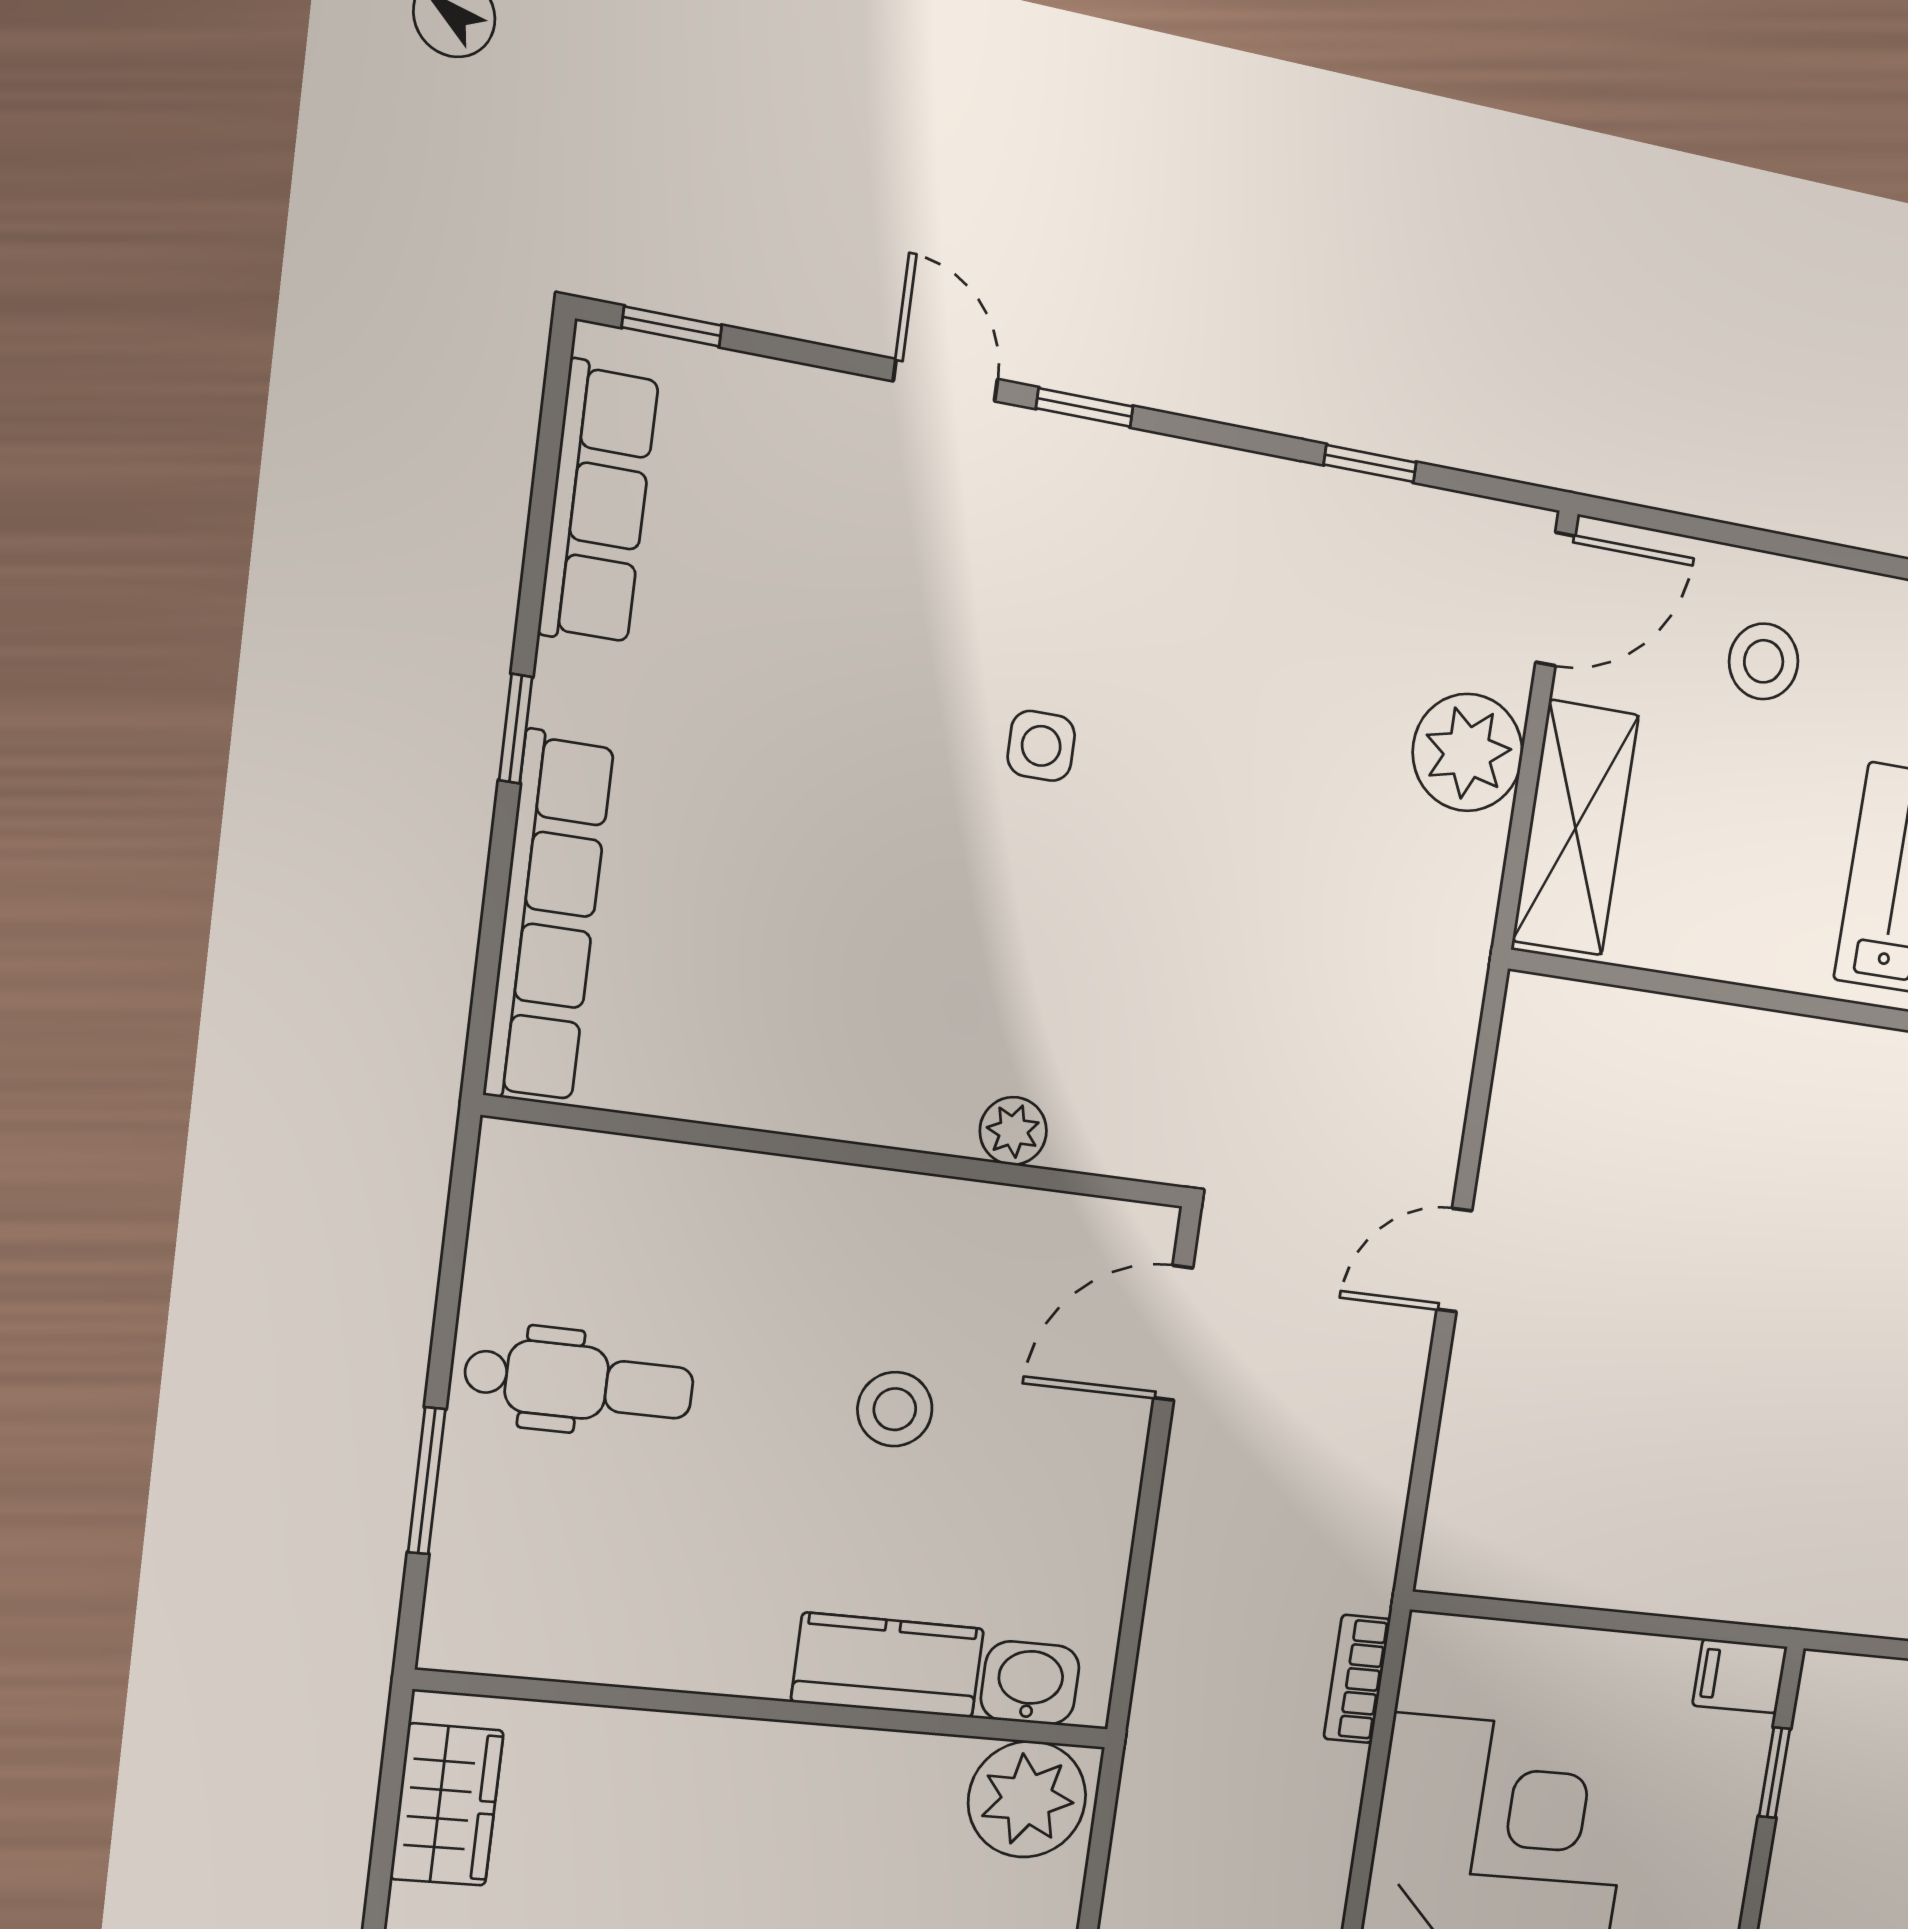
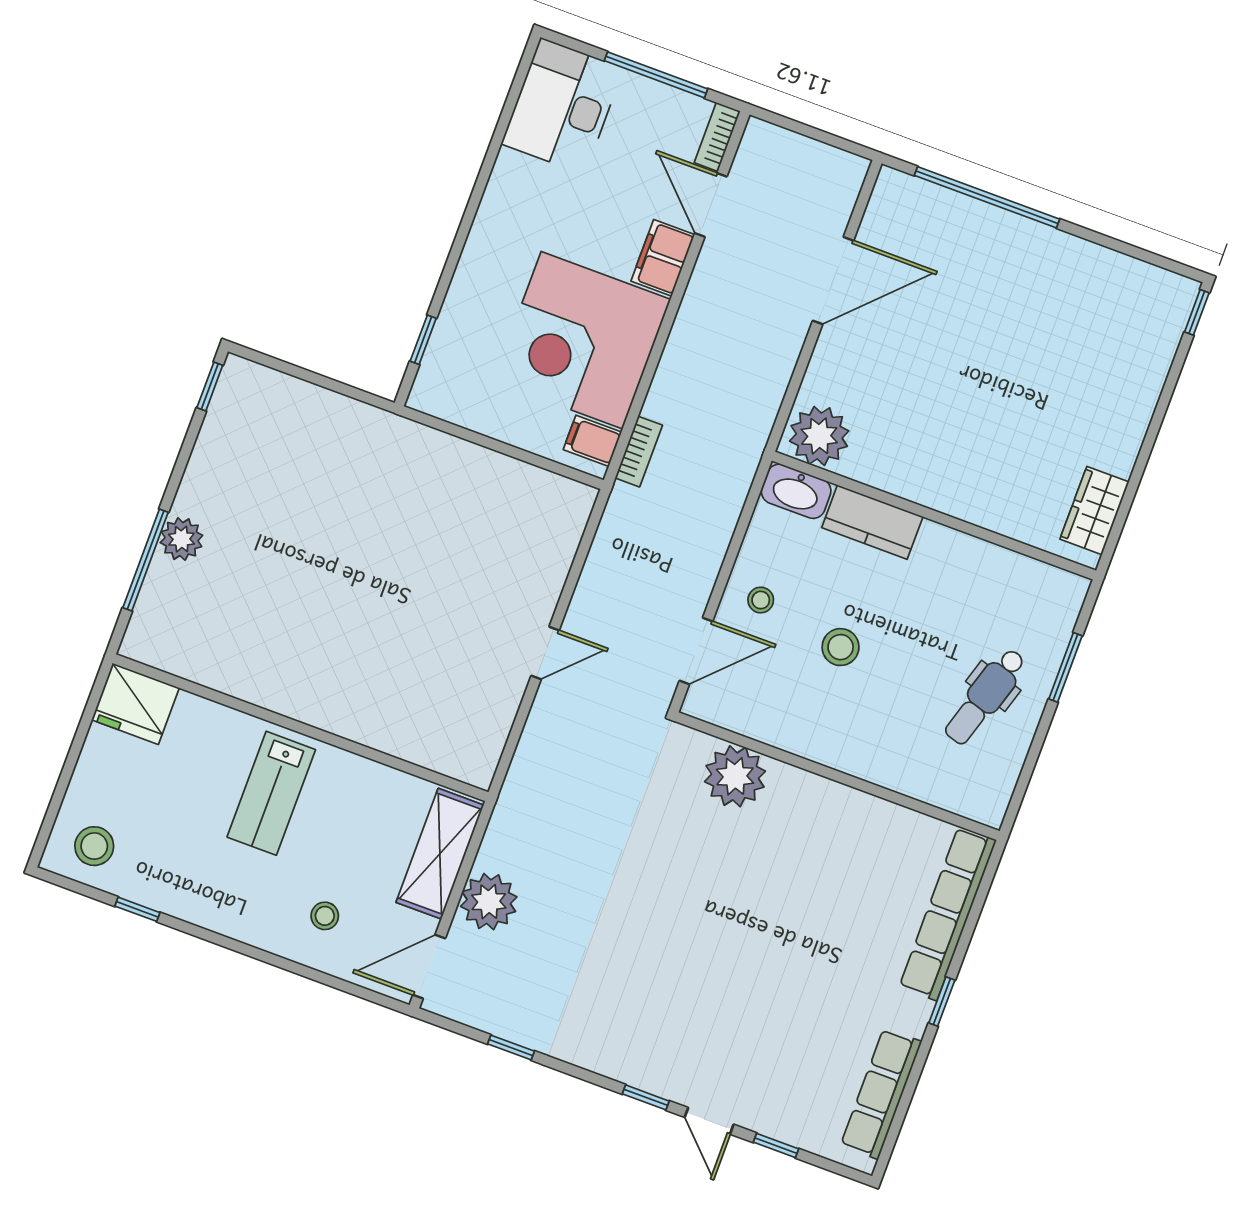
window: (672, 326) -> (776, 1146), moved
stool: (1764, 661) -> (325, 916), width x0.73, depth x0.73
side table: (1041, 746) -> (700, 946), removed
plant: (1013, 1131) -> (735, 776), width x1.88, depth x1.88
dental chair: (579, 1382) -> (985, 697), turned -73
stool: (1071, 1461) -> (761, 600), added
filing cabinet: (1740, 1676) -> (592, 441), moved, turned 180
washbasin: (1030, 1683) -> (796, 491), width x1.38

